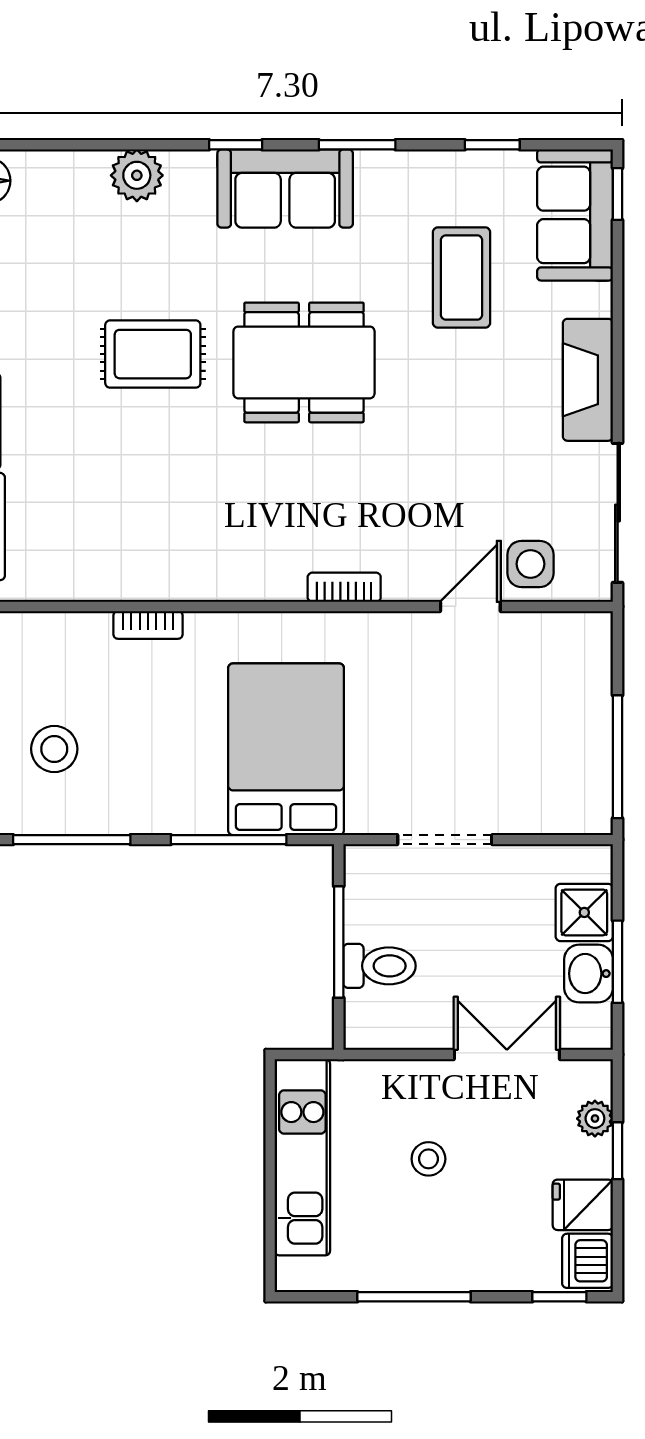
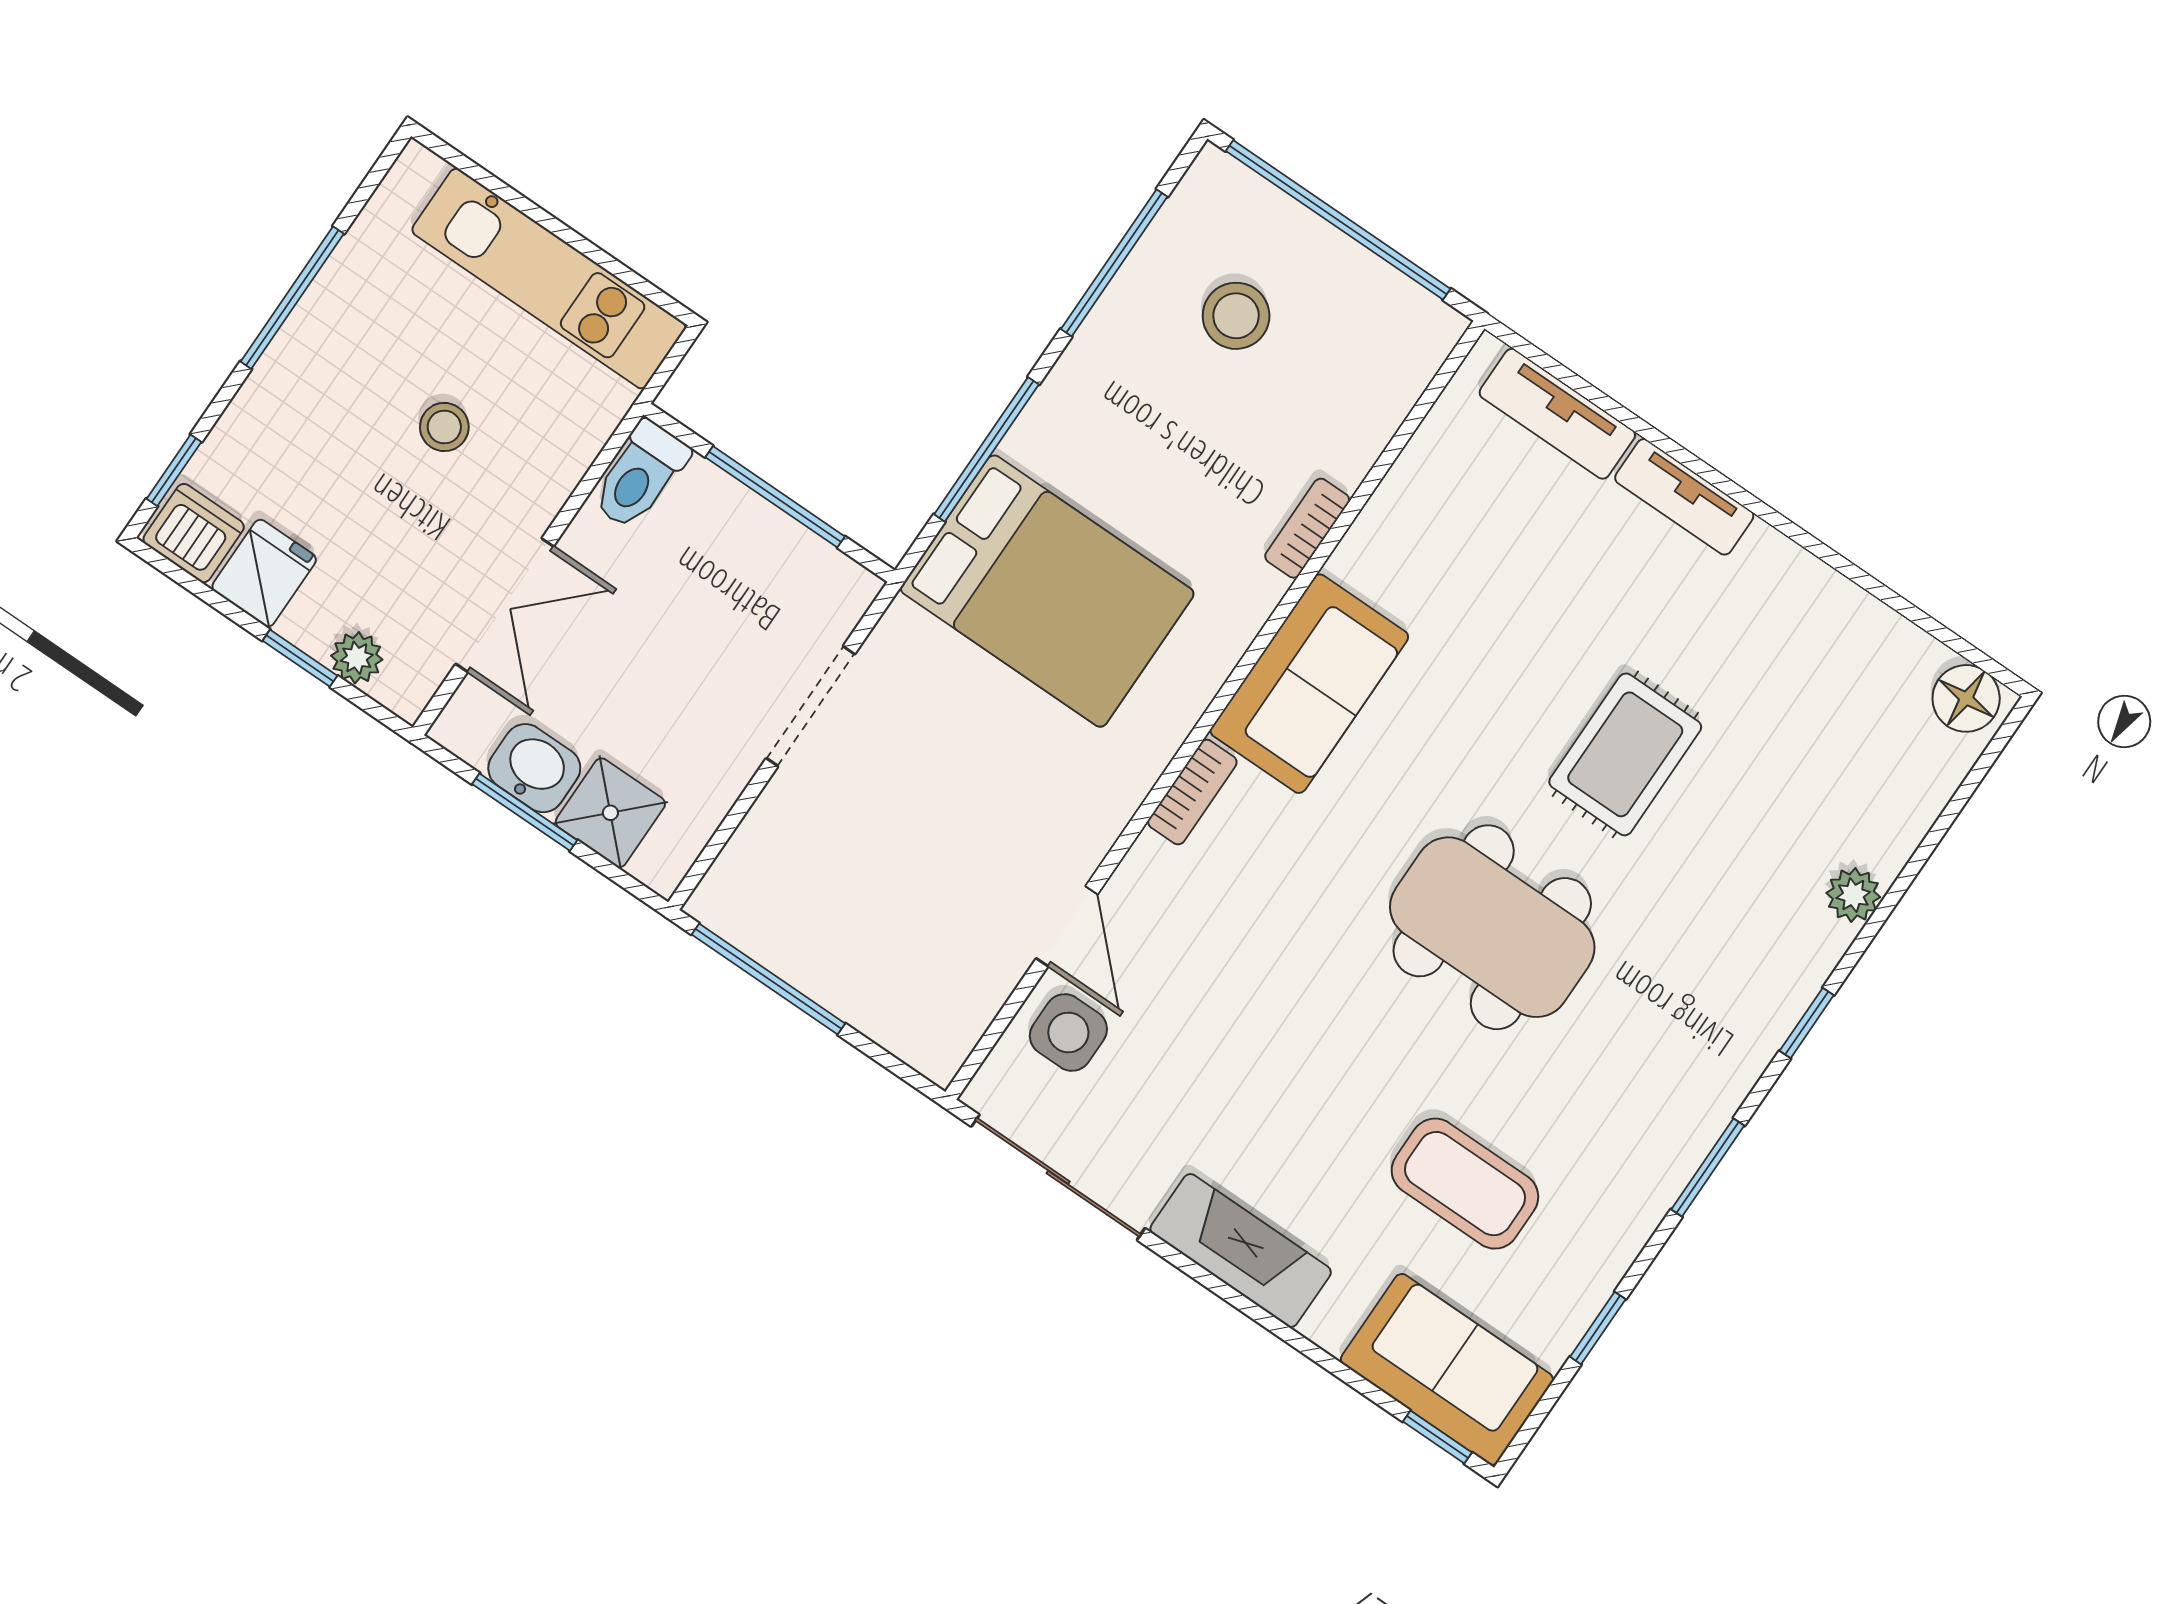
plant: (137, 175) -> (1853, 895), width x0.73, depth x0.73
sofa: (285, 188) -> (1309, 684), moved, turned 180
dining table: (304, 362) -> (1492, 927), turned 90
toilet: (379, 966) -> (640, 475), moved

